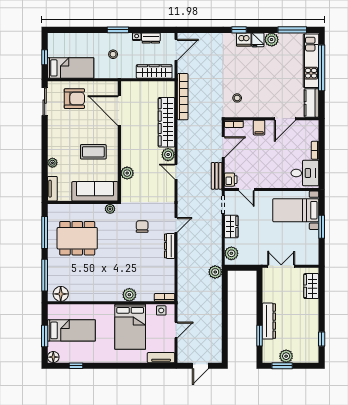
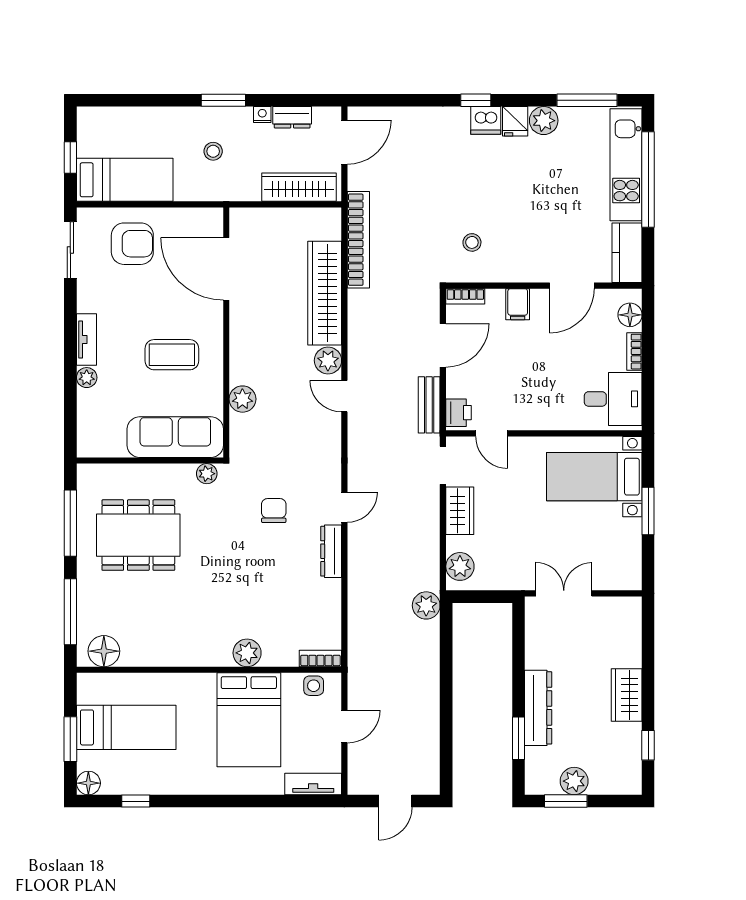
floor lamp: (313, 133) -> (630, 315), added
tv unit: (52, 189) -> (86, 340), moved
wardrobe: (311, 286) -> (627, 695), moved

